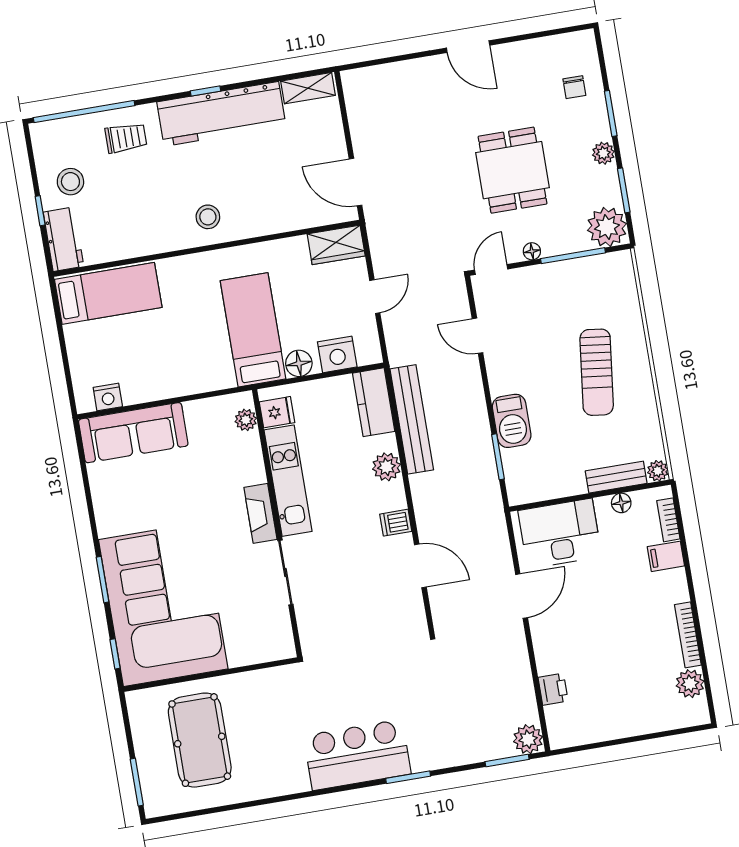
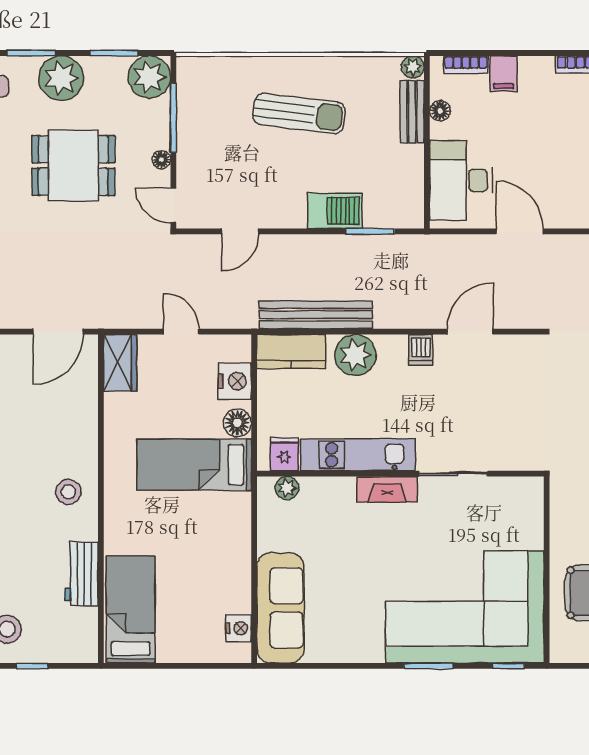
plant: (603, 153) -> (61, 78), width x1.87, depth x1.87
workbench: (63, 239) -> (82, 574), moved, turned -90
plant: (386, 467) -> (355, 355), width x1.36, depth x1.36

